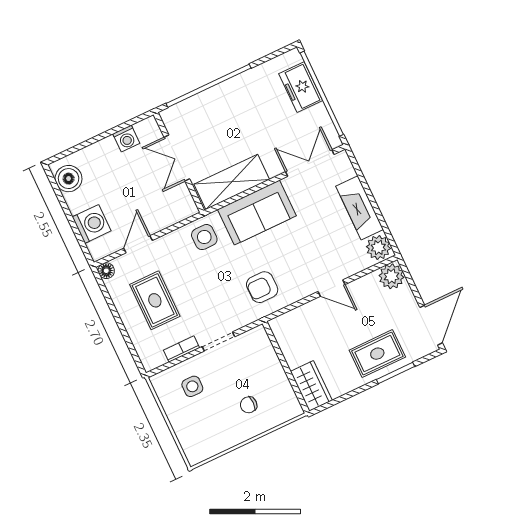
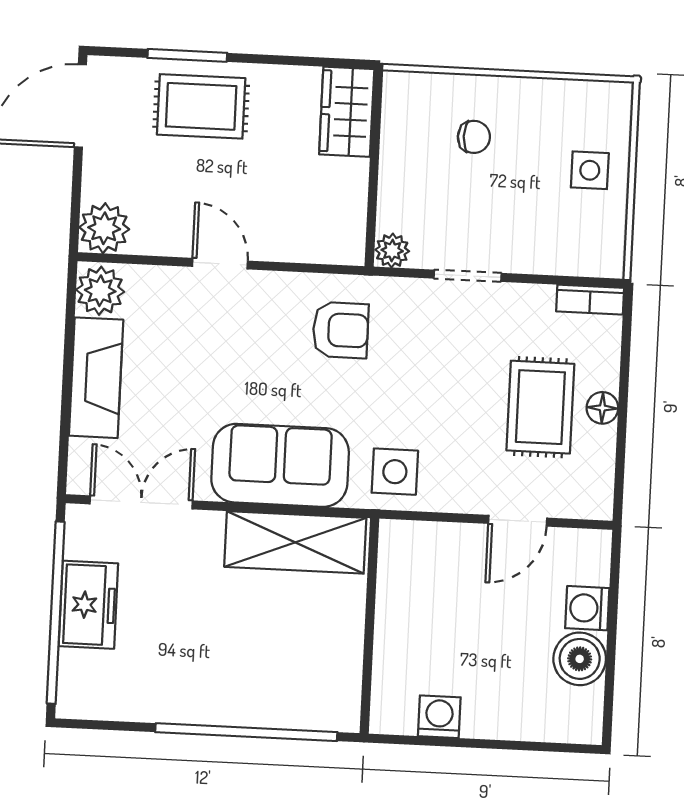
freezer: (301, 87) -> (88, 605), moved
double door: (177, 158) -> (369, 636), removed
double door: (310, 163) -> (141, 502), swing flipped
boiler: (69, 179) -> (580, 659), moved
washing machine: (92, 224) -> (587, 608), width x0.73, depth x0.73
floor lamp: (106, 271) -> (602, 408), moved
plant: (258, 335) -> (392, 250), added
bookcase: (182, 349) -> (590, 300), moved
side table: (192, 386) -> (590, 170), moved

